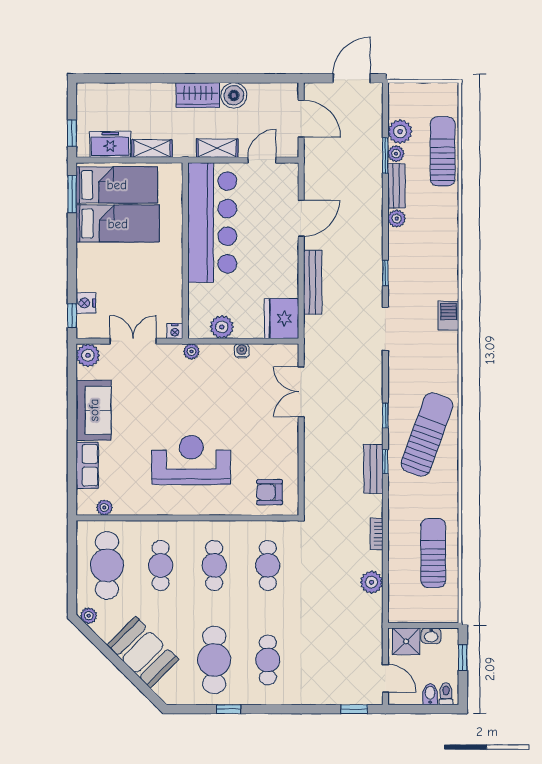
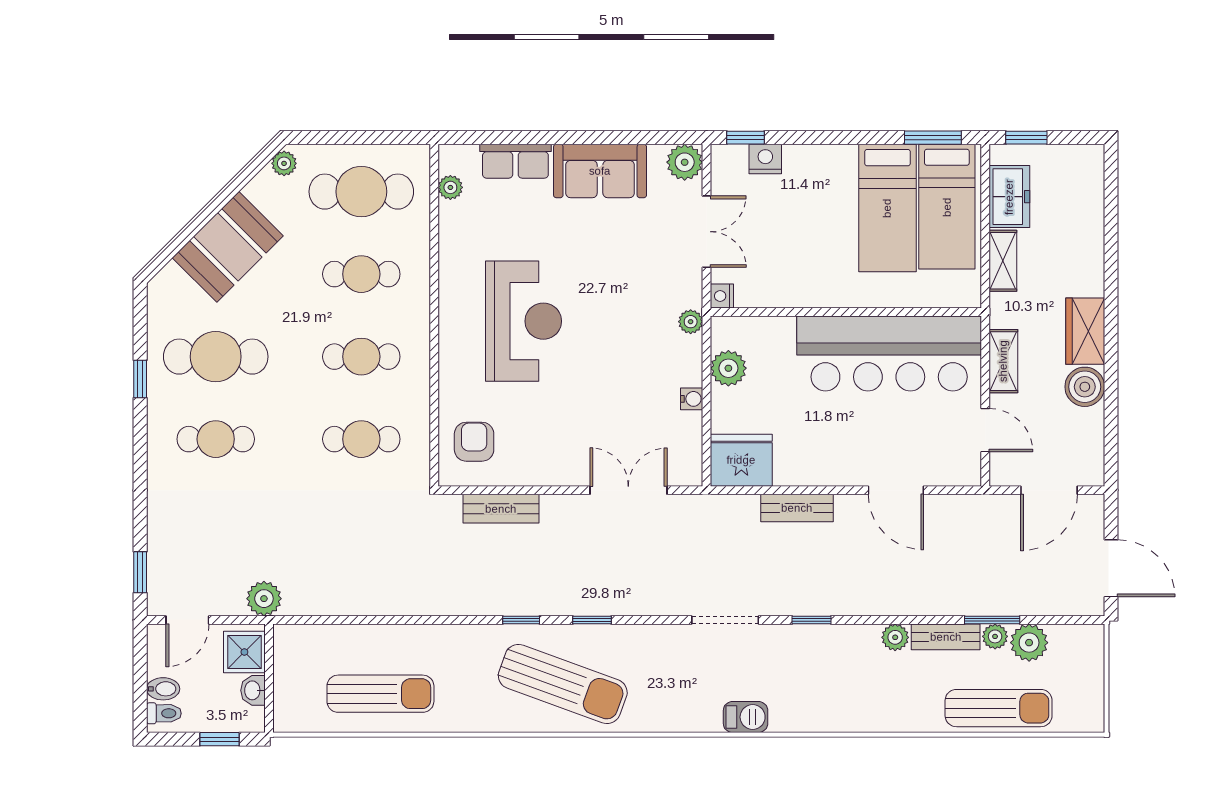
bench: (313, 282) -> (797, 508), width x0.73
bench: (373, 469) -> (501, 509), moved
bookcase: (376, 534) -> (410, 606), removed
plant: (371, 582) -> (264, 599), moved

